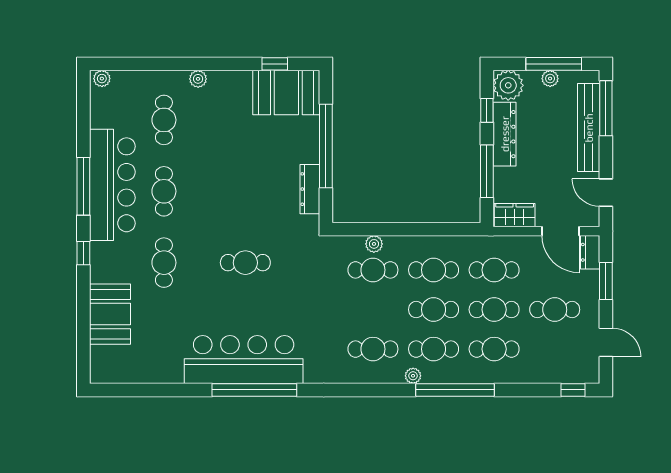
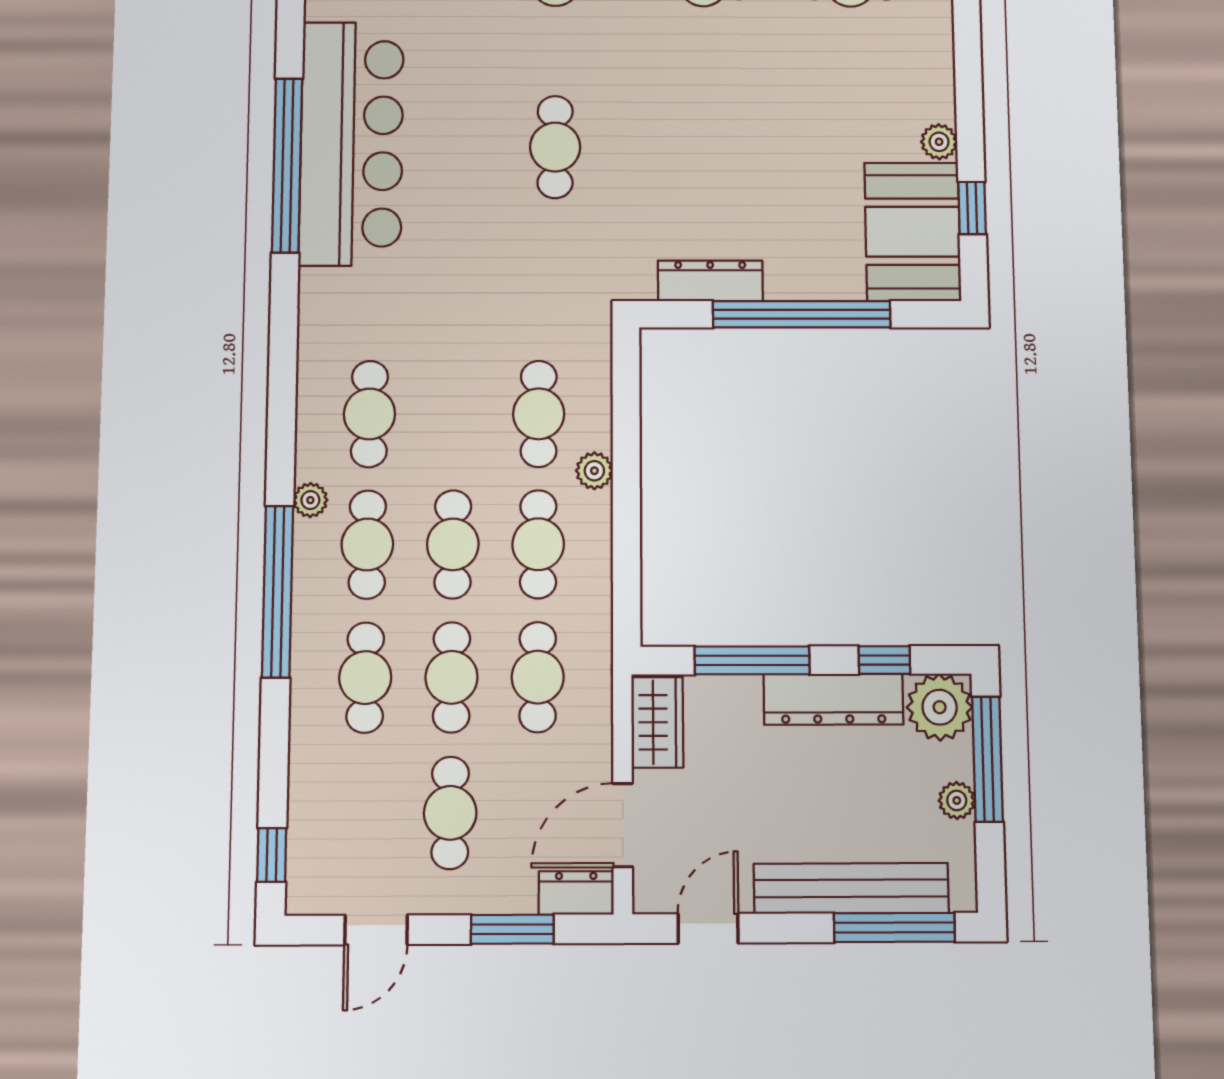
window: (554, 64) -> (988, 759), moved
plant: (198, 79) -> (939, 142), moved
plant: (374, 244) -> (594, 471), moved

